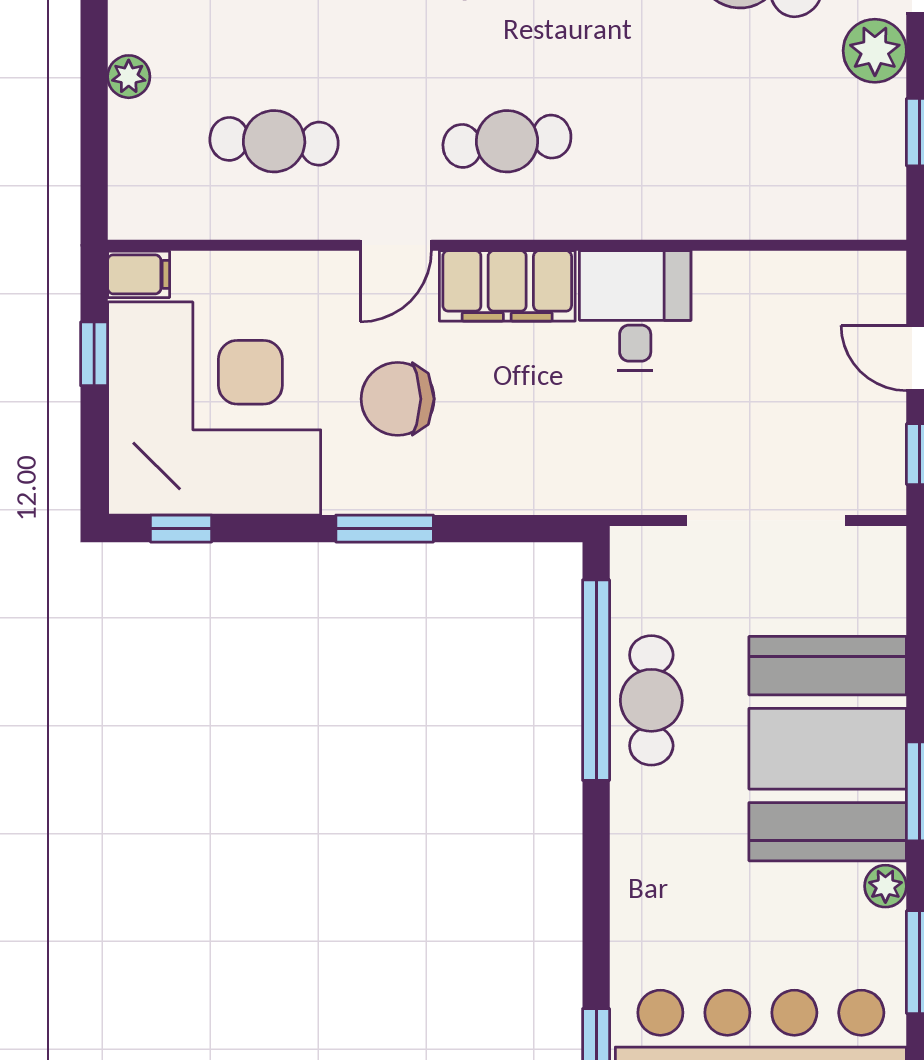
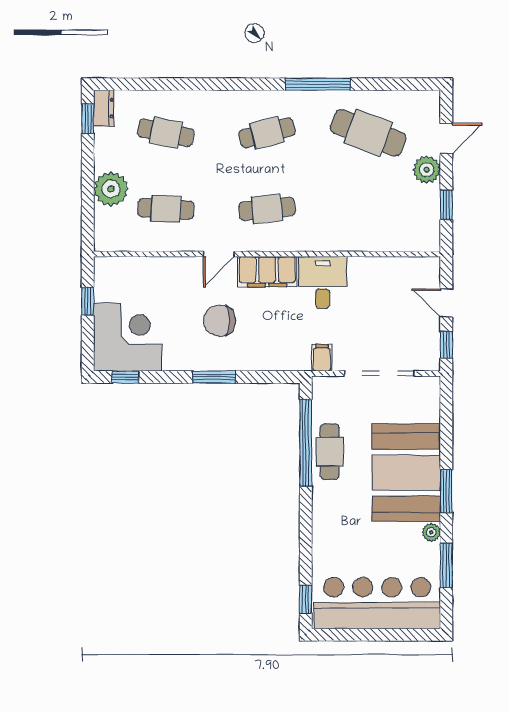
plant: (129, 77) -> (111, 189), width x1.88, depth x1.88
filing cabinet: (139, 274) -> (322, 358), moved, turned -90
corner desk: (214, 408) -> (128, 337), width x0.74, depth x0.74

